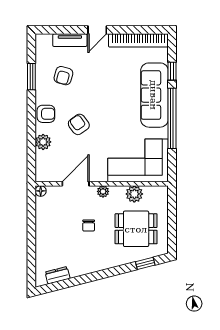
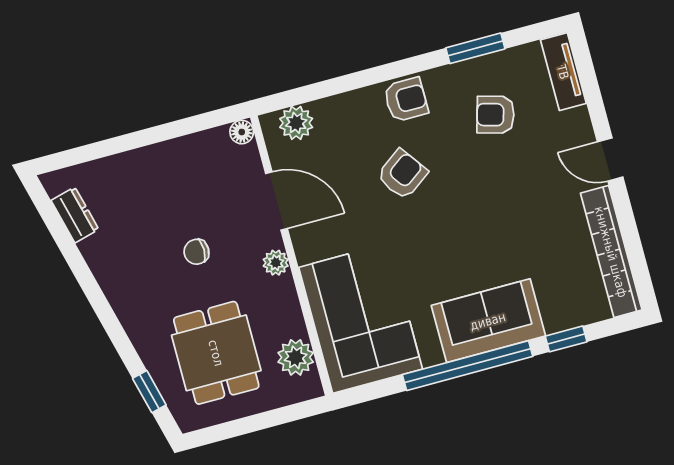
tv unit: (70, 40) -> (563, 72), moved
sofa: (154, 95) -> (488, 321), width x0.73
armchair: (46, 114) -> (406, 100), turned -90
plant: (43, 142) -> (296, 123), moved
plant: (134, 194) -> (296, 357), moved

